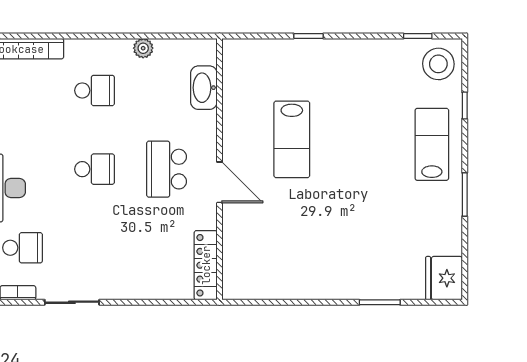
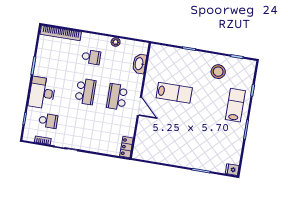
stool: (438, 64) -> (218, 72), moved
lab bench: (292, 139) -> (174, 93), turned -90
school desk: (95, 169) -> (85, 92), width x1.85
locker: (206, 265) -> (126, 147), width x0.66
fridge: (444, 278) -> (232, 170), width x0.53, depth x0.75

